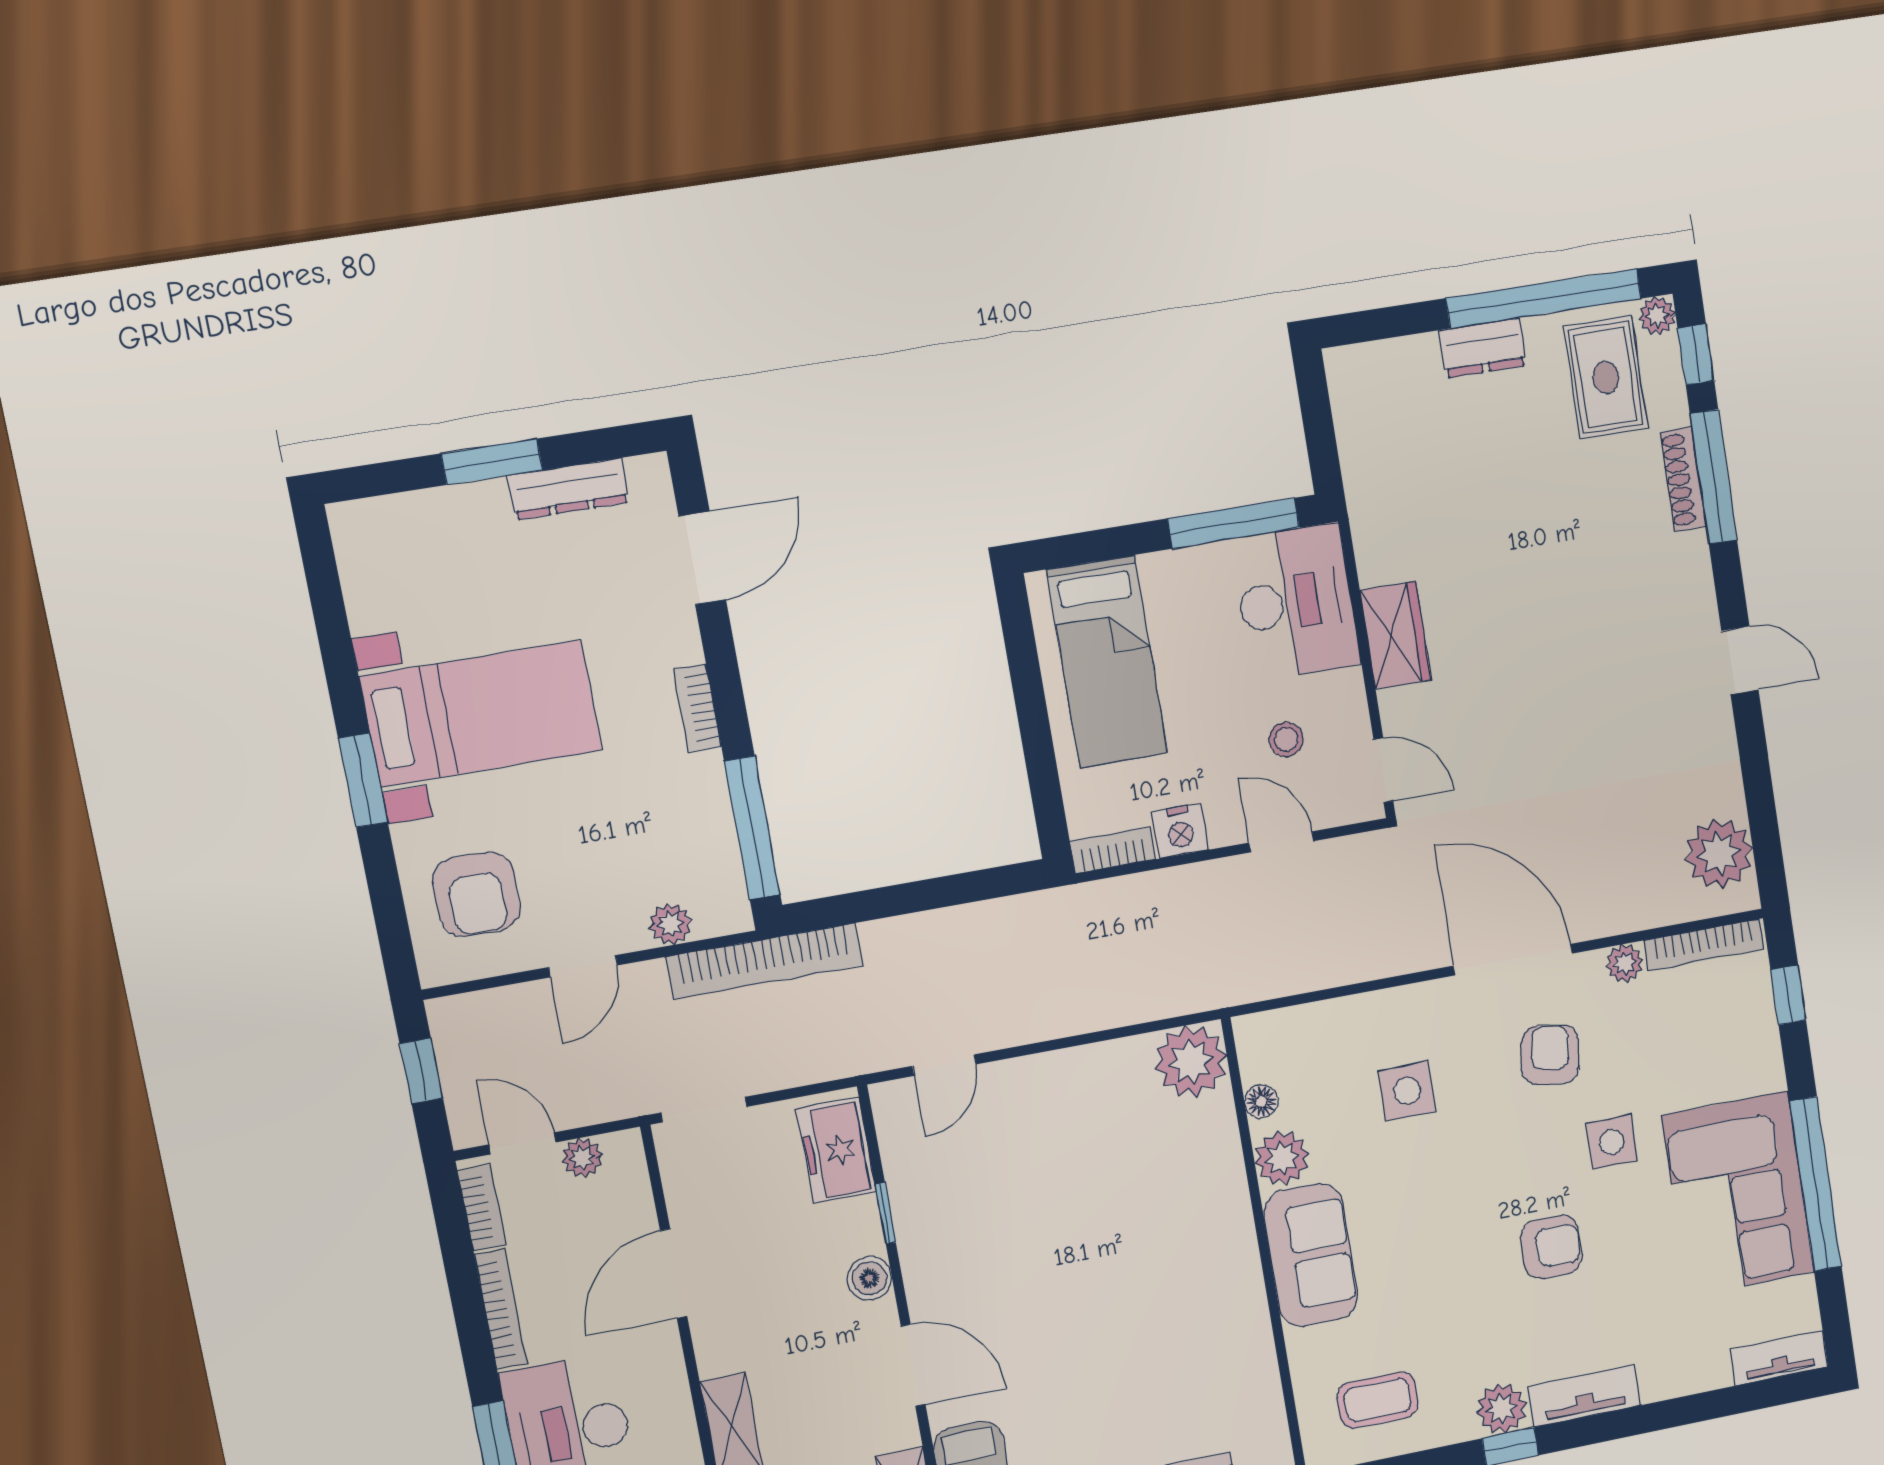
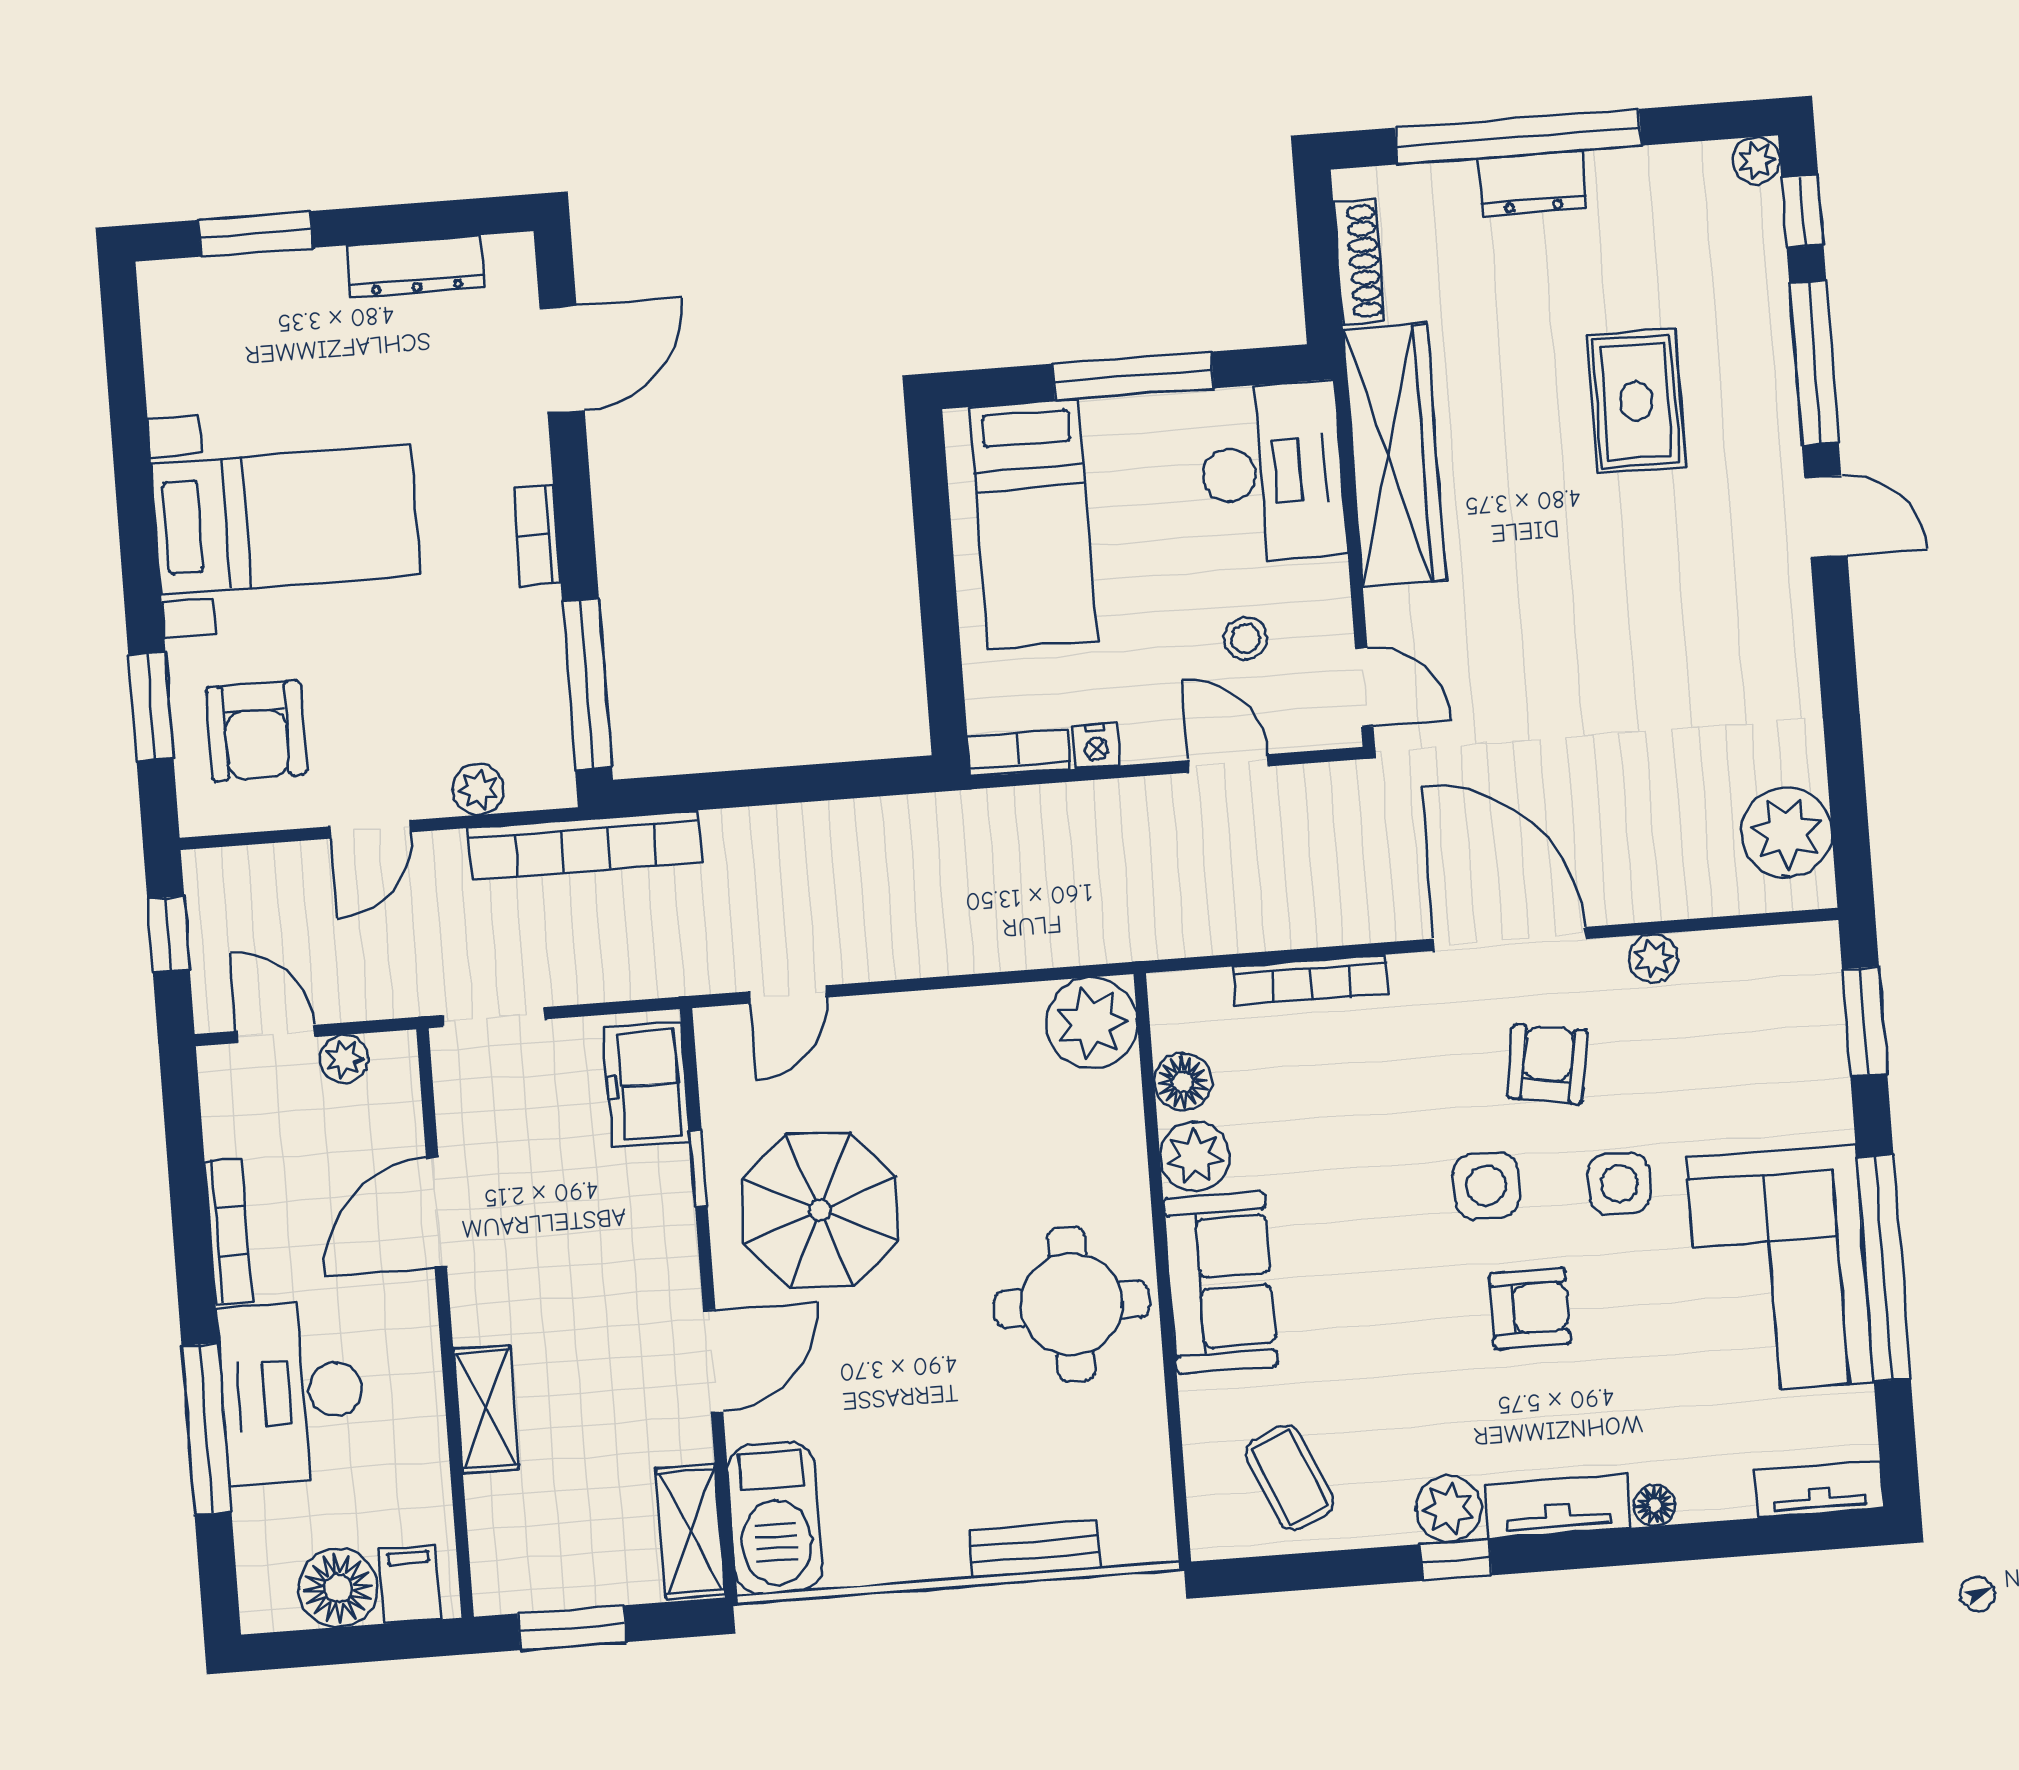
window: (1544, 298) -> (1518, 137), moved
rug: (1606, 377) -> (1636, 401), moved
window: (492, 462) -> (255, 234), moved
shoe rack: (1683, 479) -> (1359, 262), moved, turned 180
window: (1234, 523) -> (1133, 376), moved
wardrobe: (1395, 635) -> (1394, 455), width x2.10, depth x1.17
door: (1740, 660) -> (1826, 517), moved
window: (363, 780) -> (151, 706), moved
nightstand: (1180, 831) -> (1096, 746), width x0.72, depth x0.74
bookcase: (1704, 945) -> (1311, 980), moved
window: (1788, 995) -> (1865, 1021), width x1.50
side table: (1407, 1091) -> (1486, 1186), moved
floor lamp: (1261, 1101) -> (1183, 1082), width x1.37, depth x1.37
bookcase: (482, 1208) -> (220, 1106), removed
parasol: (987, 1235) -> (820, 1210), added
boiler: (869, 1278) -> (671, 1247), removed
round table: (1195, 1286) -> (1071, 1304), added
door: (913, 1365) -> (713, 1361), hinge flipped
floor lamp: (1657, 1386) -> (1655, 1505), added
coffee table: (1378, 1400) -> (1290, 1478), turned 67

